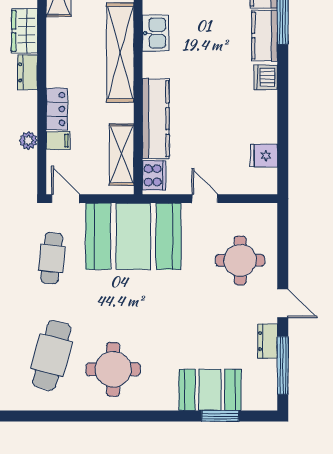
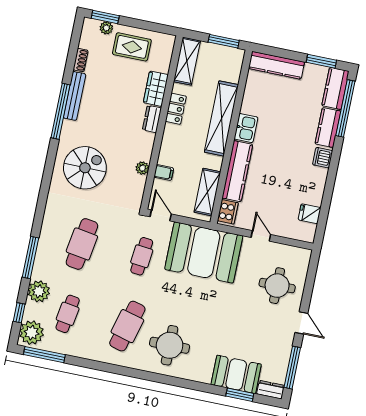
kitchen sink: (156, 33) -> (246, 128), moved
locker: (57, 109) -> (176, 109), moved
dresser: (268, 341) -> (270, 390), moved, turned 90

